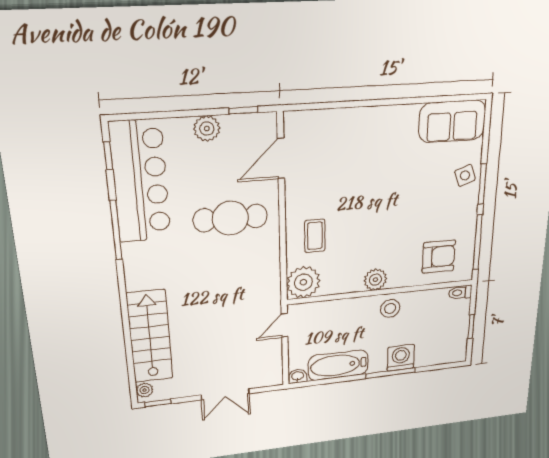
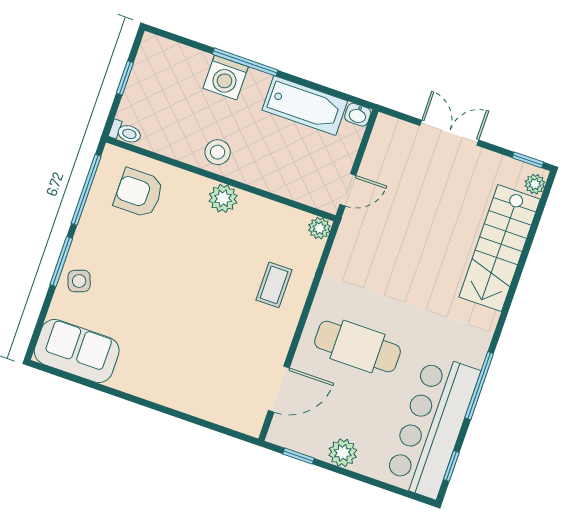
plant: (303, 282) -> (319, 228), width x0.53, depth x0.53

